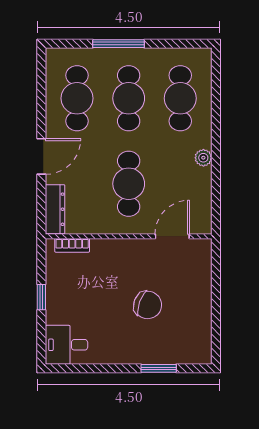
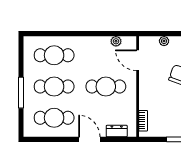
plant: (203, 158) -> (116, 41), moved
dresser: (55, 209) -> (117, 131), width x0.70
plant: (204, 280) -> (164, 41), added

